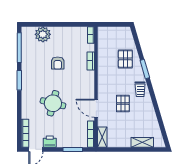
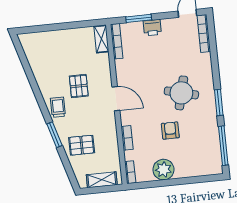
plant: (43, 34) -> (163, 170), moved
pallet: (125, 59) -> (82, 145), turned 90
round table: (53, 103) -> (181, 93), moved
door: (96, 108) -> (116, 99), moved
printer: (50, 142) -> (152, 28), moved
shelving: (142, 142) -> (102, 180), moved

